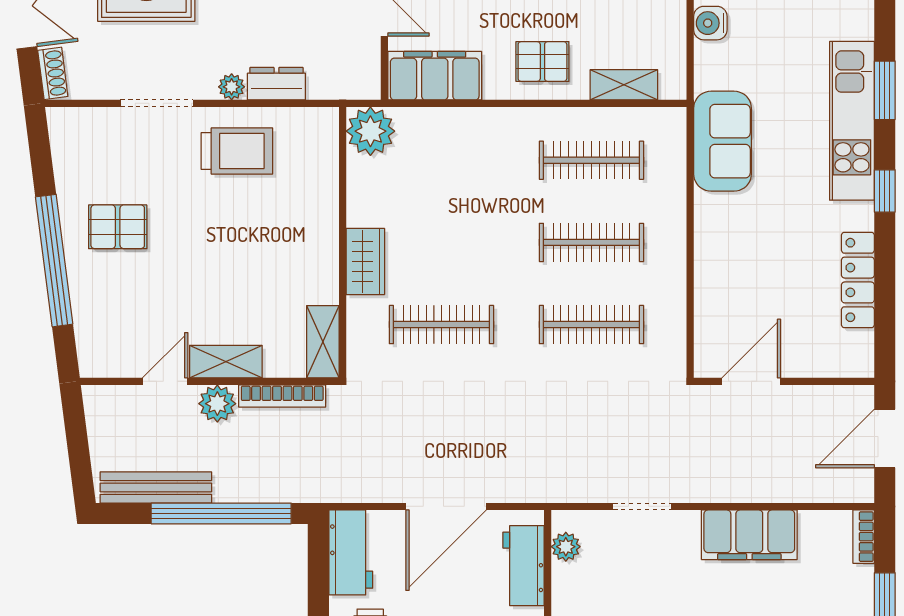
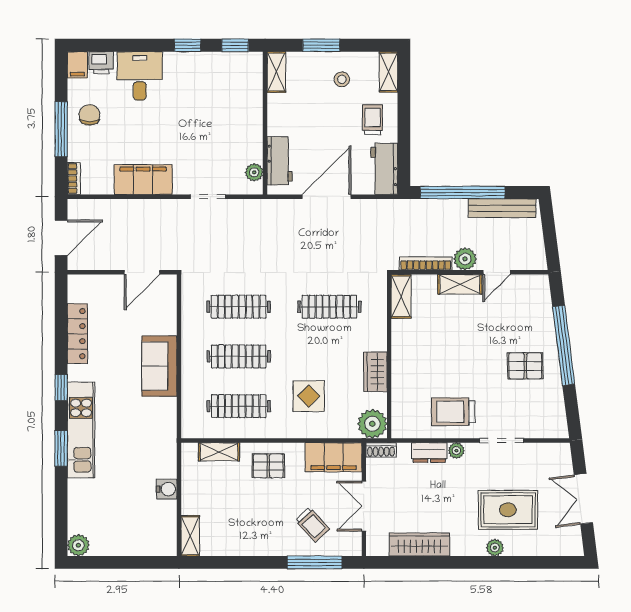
shoe rack: (53, 73) -> (381, 450), moved, turned -83
sofa: (723, 141) -> (159, 366), moved
display table: (476, 177) -> (309, 396), added
wardrobe: (365, 262) -> (375, 372), moved

